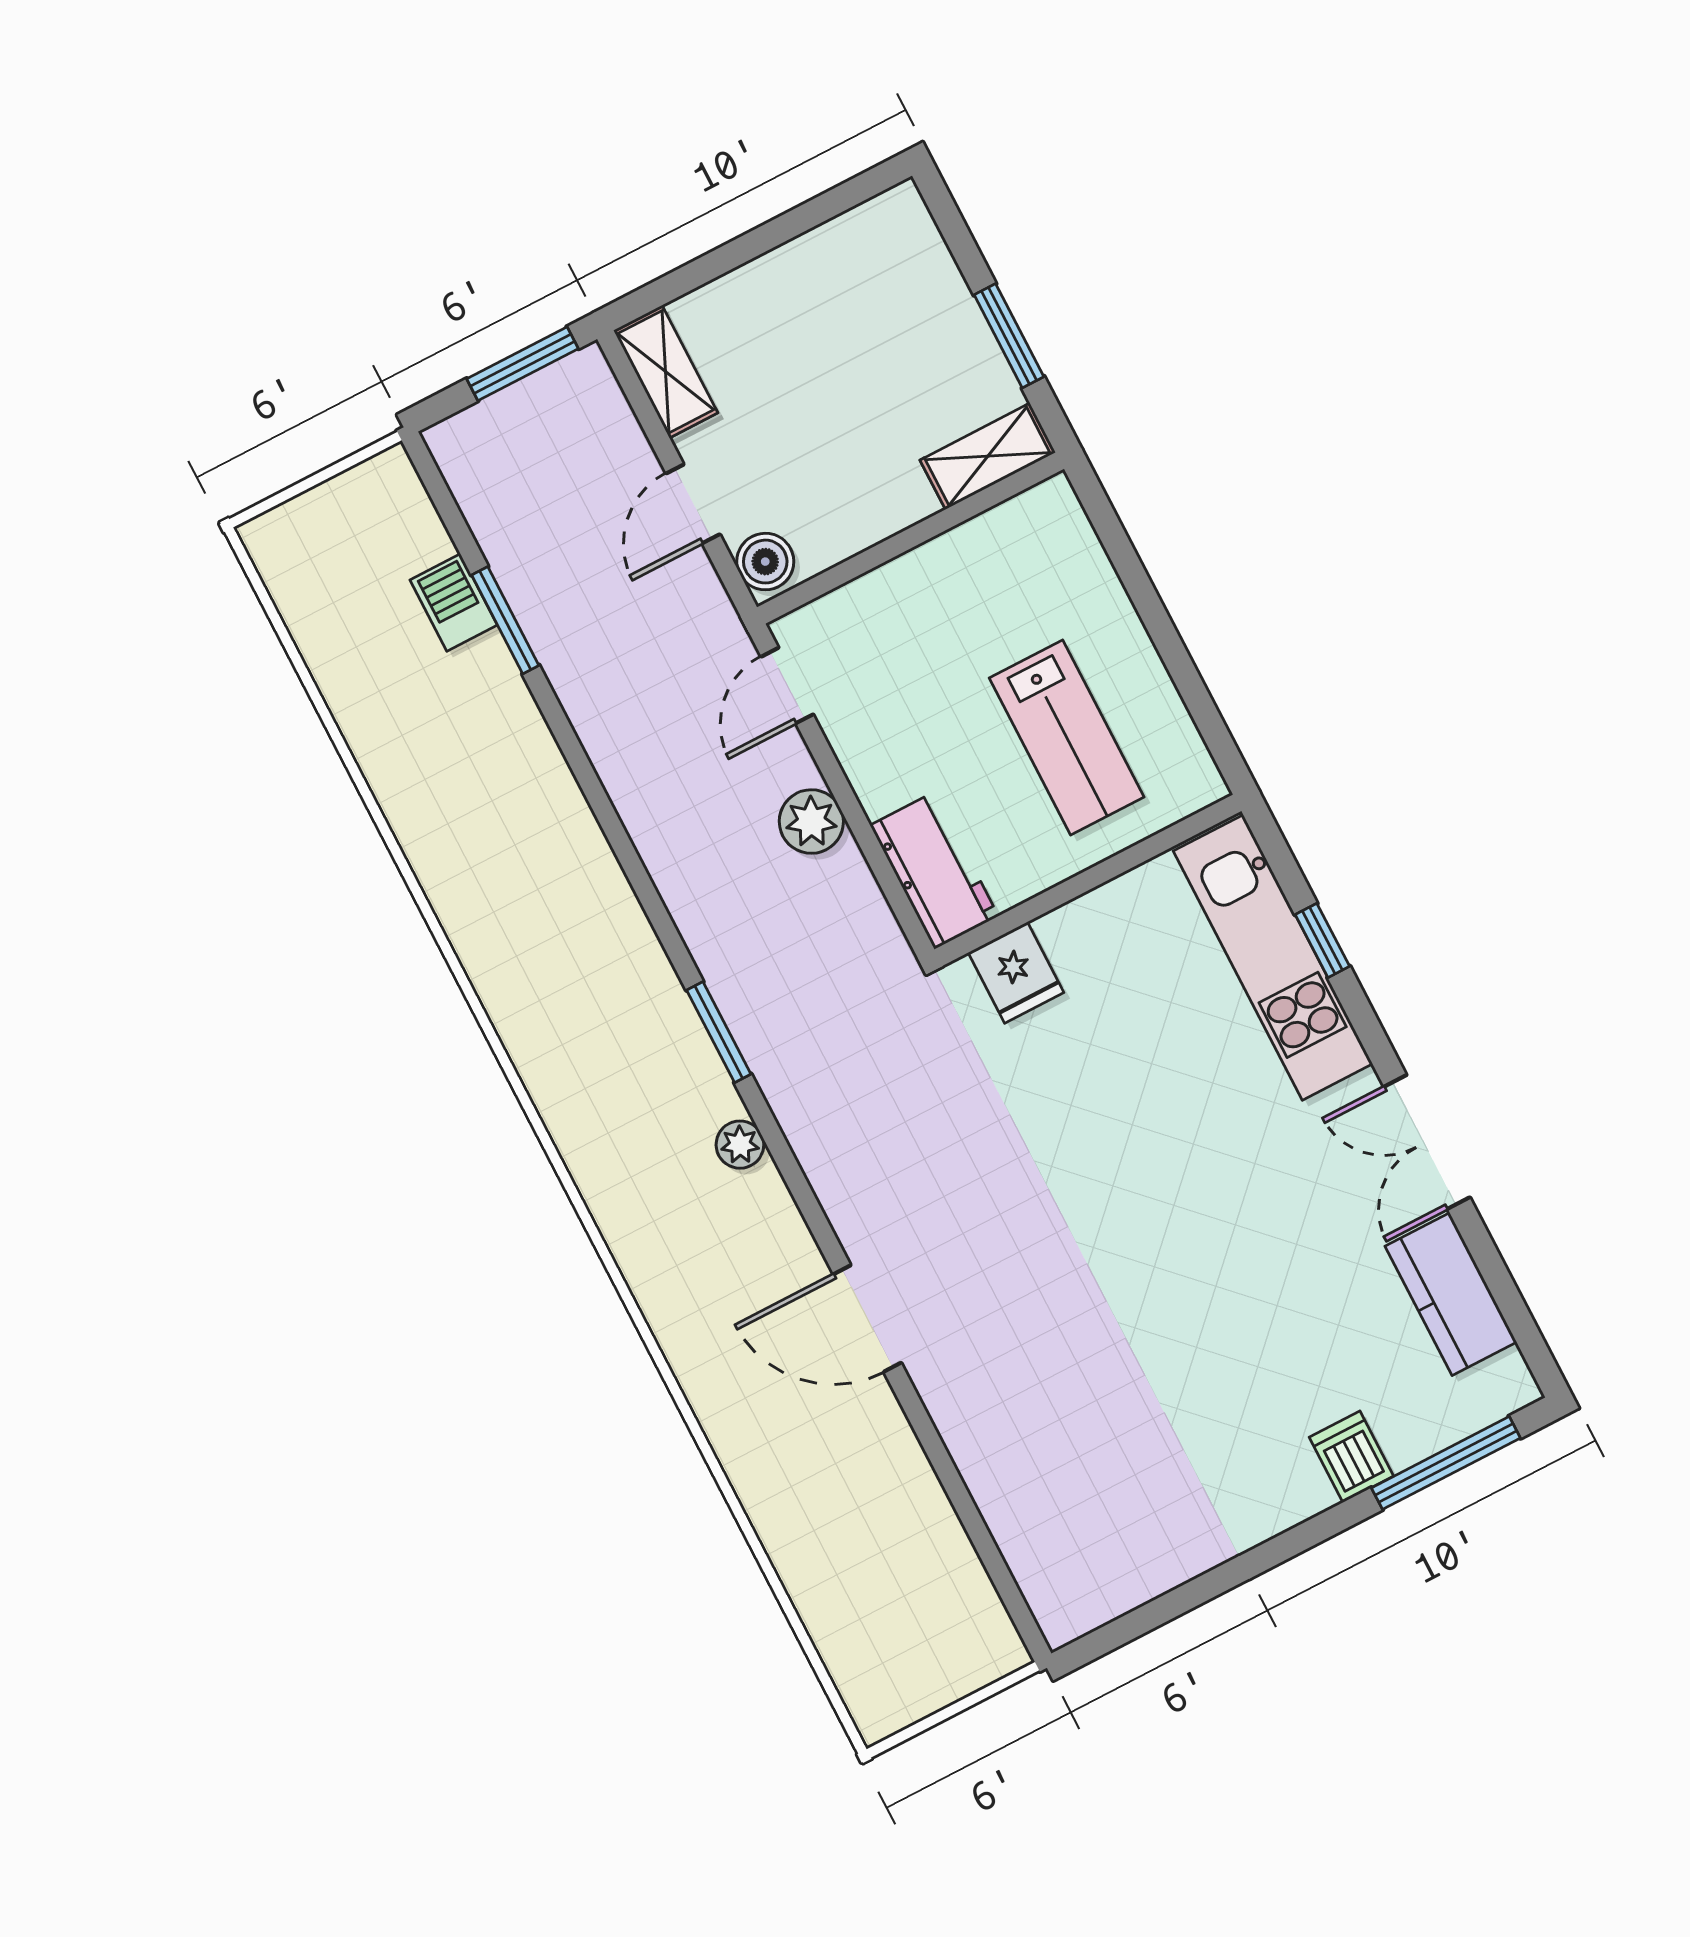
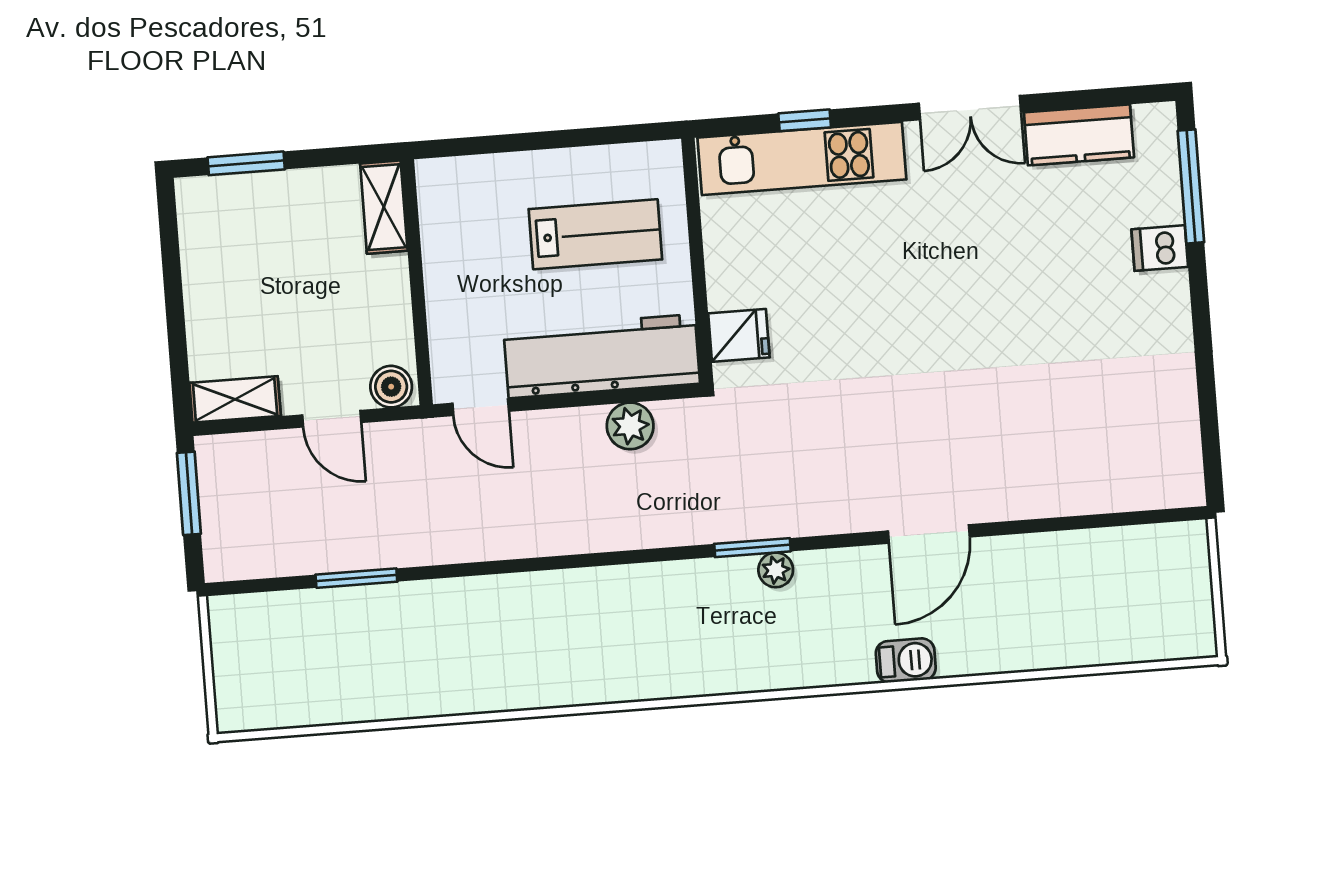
window: (1009, 336) -> (246, 163), moved
barbecue: (454, 602) -> (906, 660), moved, turned 180
plant: (811, 822) -> (630, 426), moved
workbench: (934, 871) -> (602, 356), width x1.87, depth x1.32
window: (719, 1032) -> (752, 548), moved

